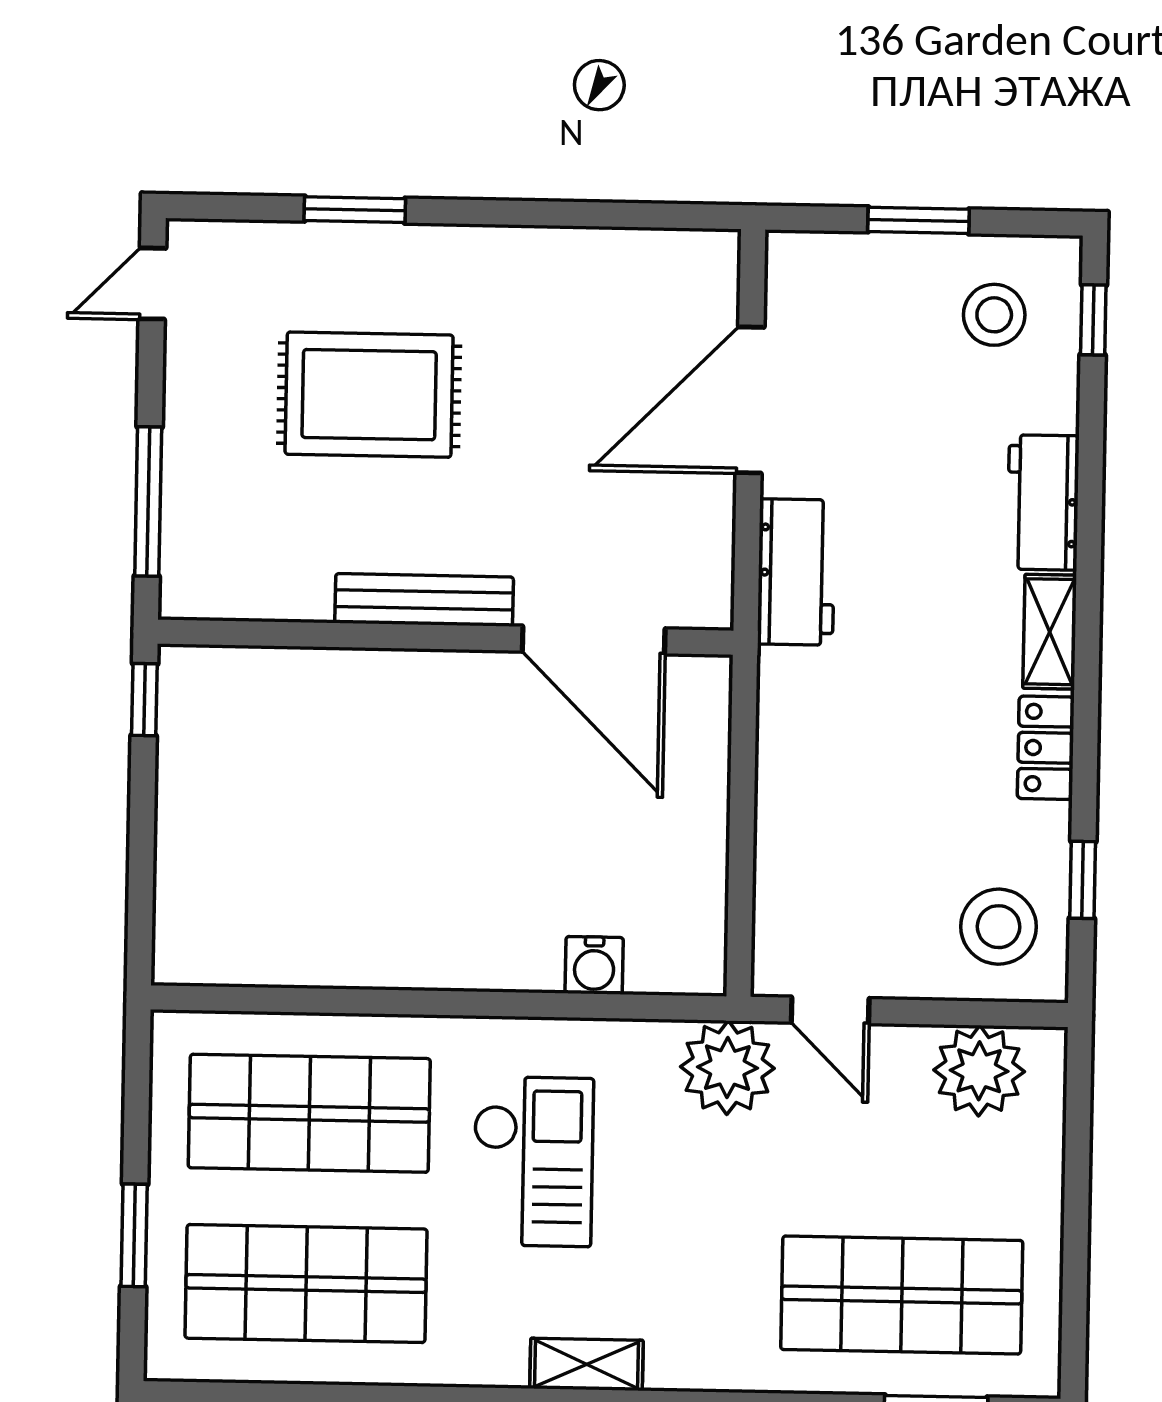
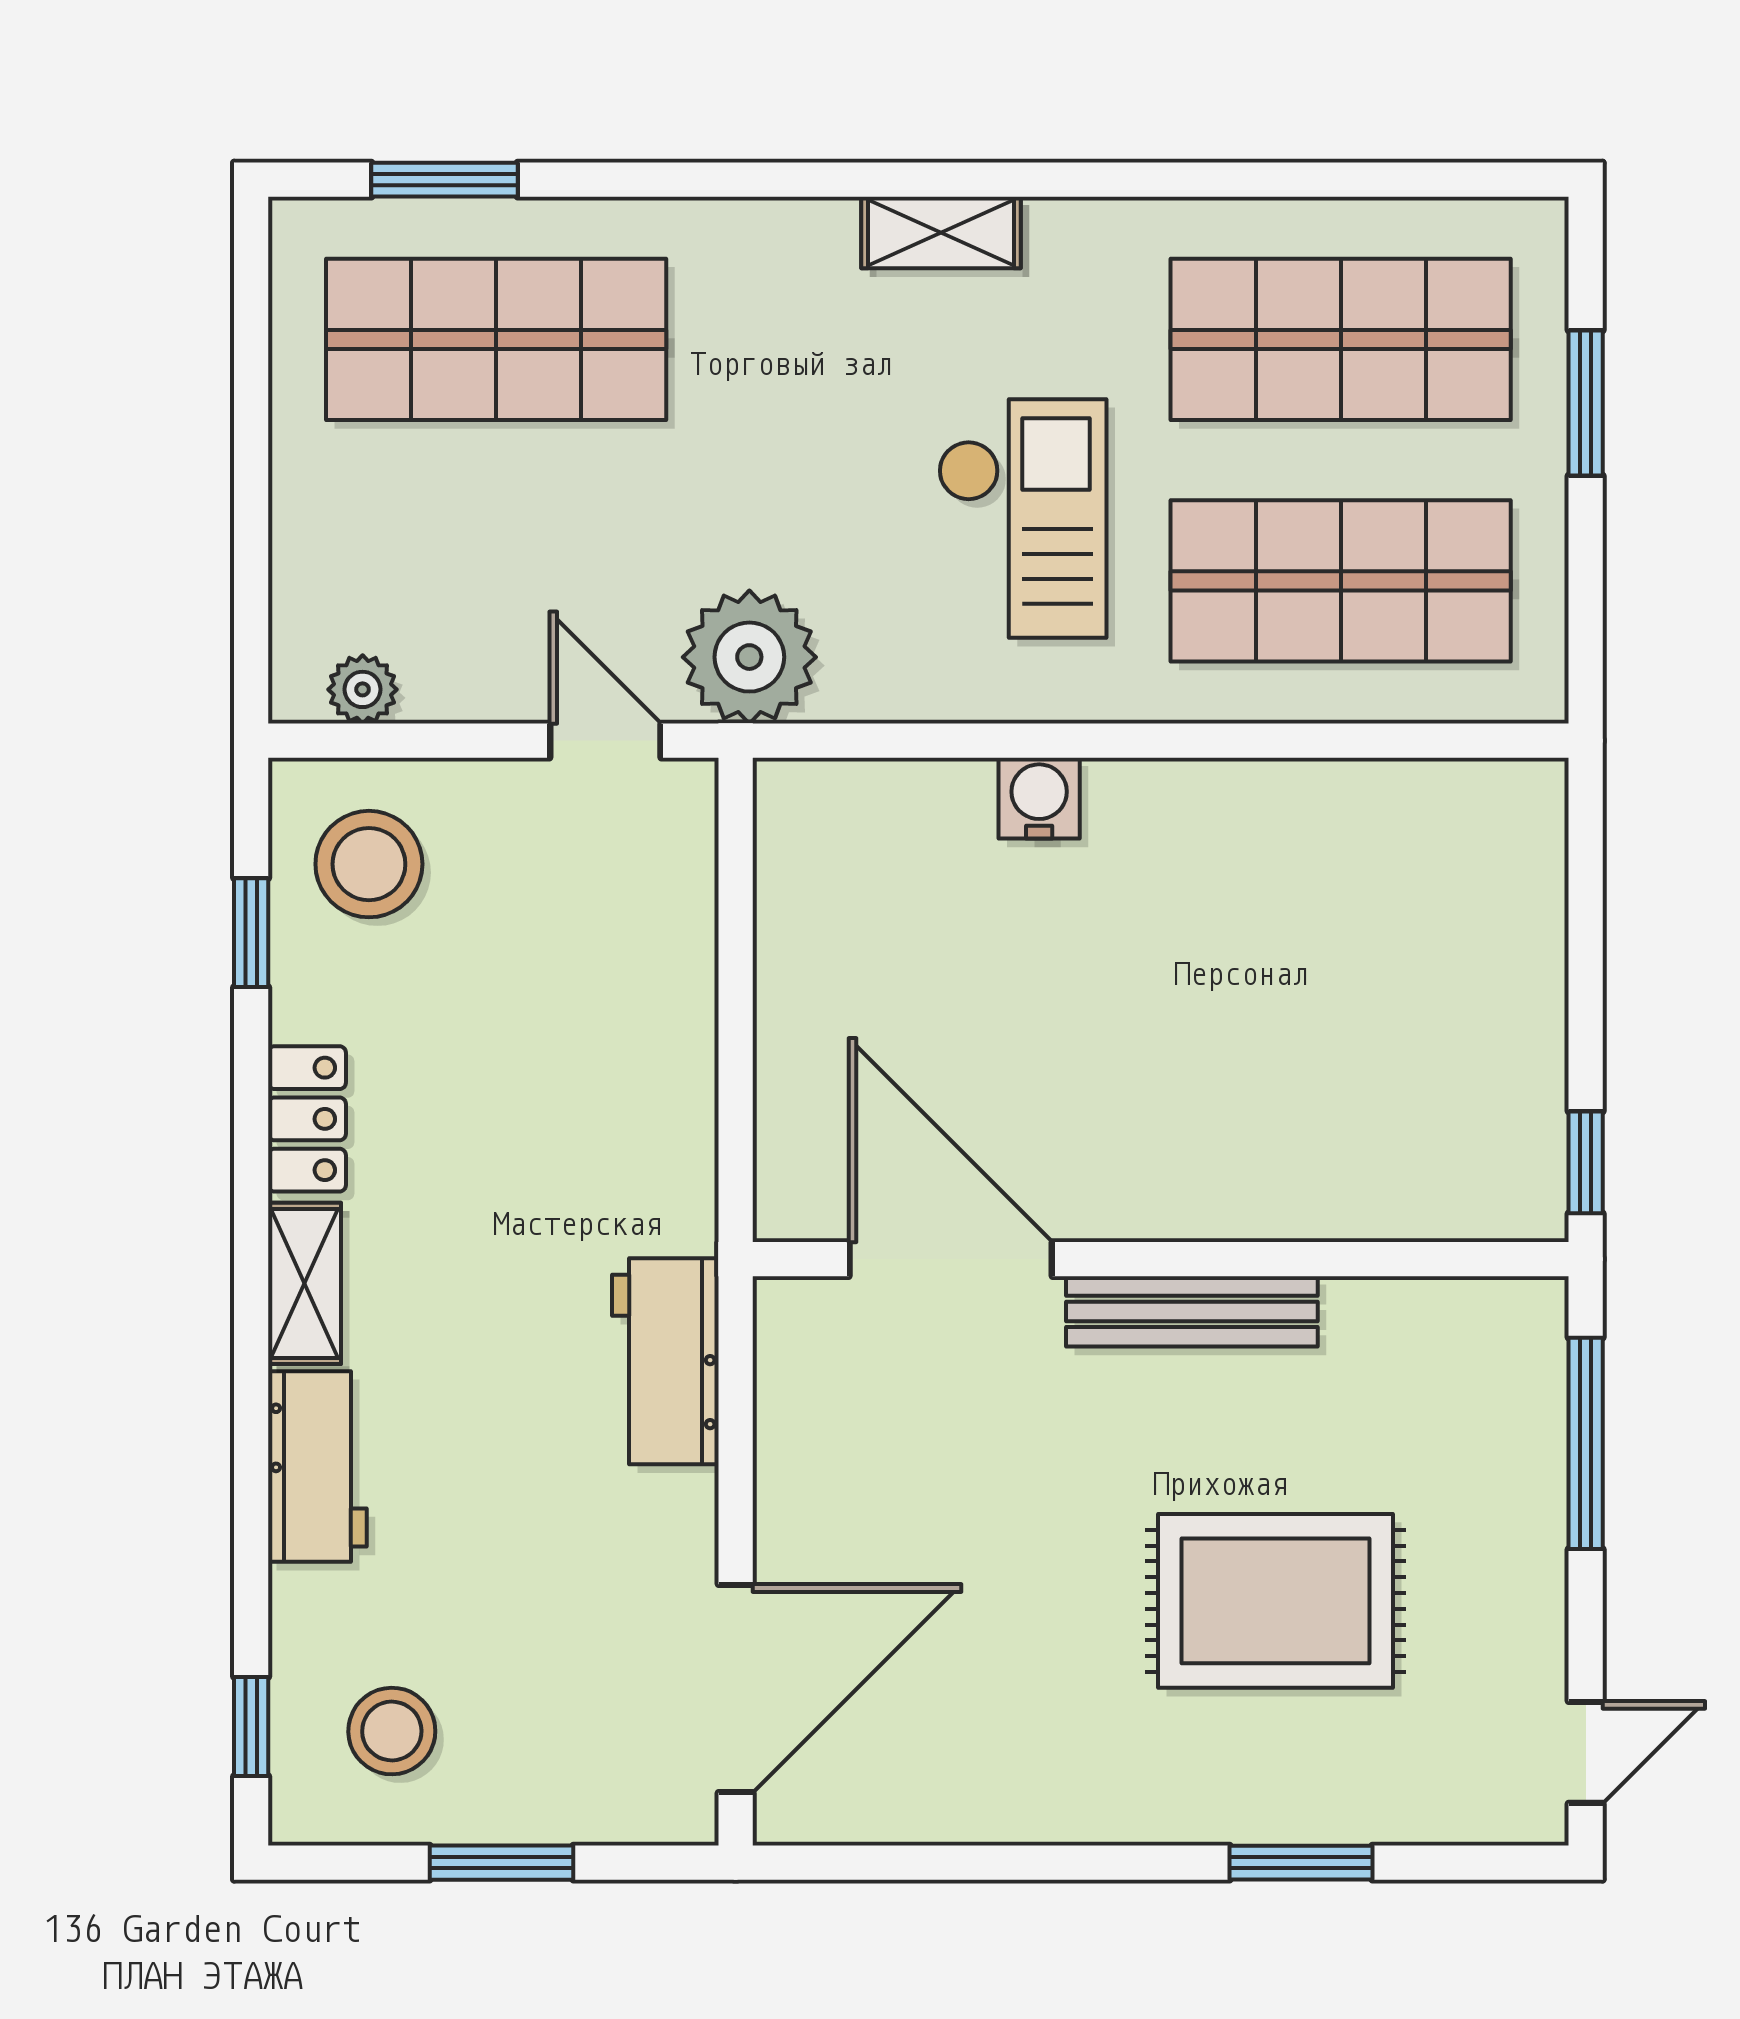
door: (750, 400) -> (736, 1689), moved
water cooler: (594, 965) -> (1039, 798), moved
plant: (979, 1071) -> (363, 689), width x0.53, depth x0.53
checkout: (533, 1162) -> (1022, 519), turned 180

